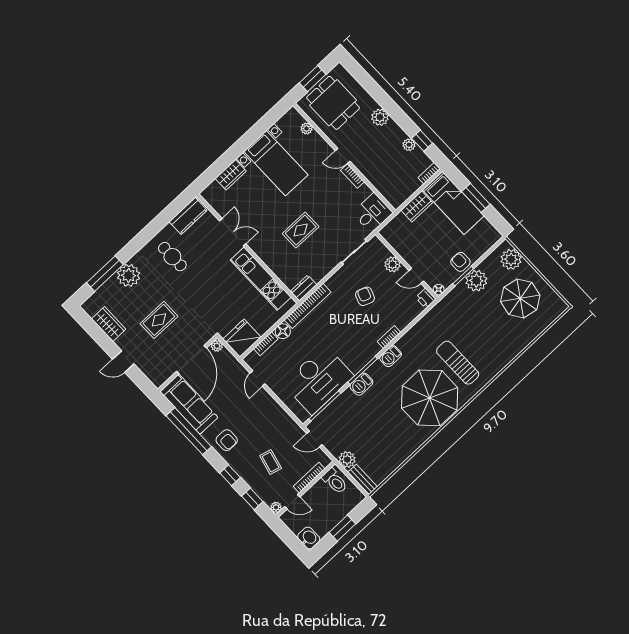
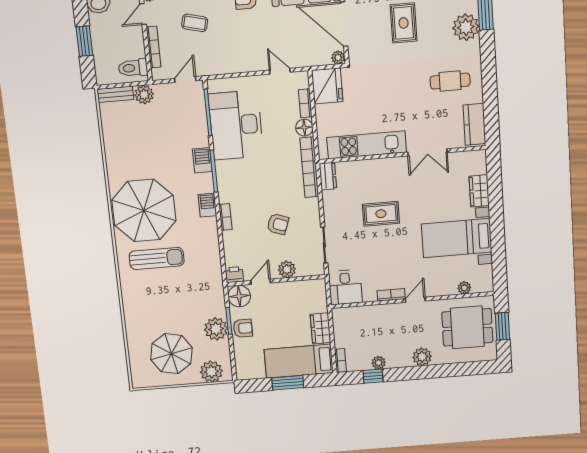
rug: (301, 230) -> (381, 214), turned 90
floor lamp: (439, 290) -> (239, 296), width x1.89, depth x1.89

